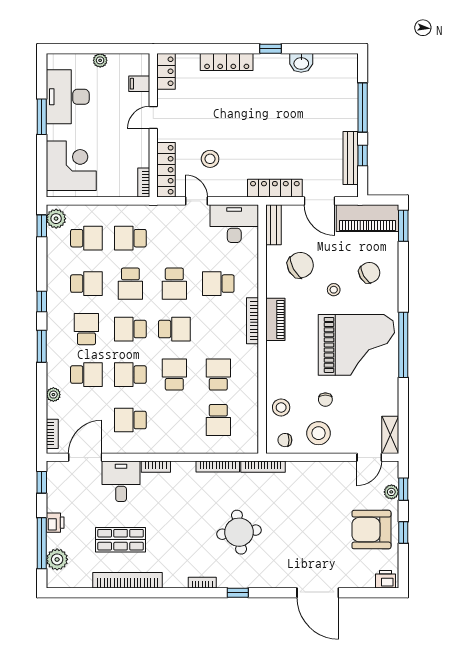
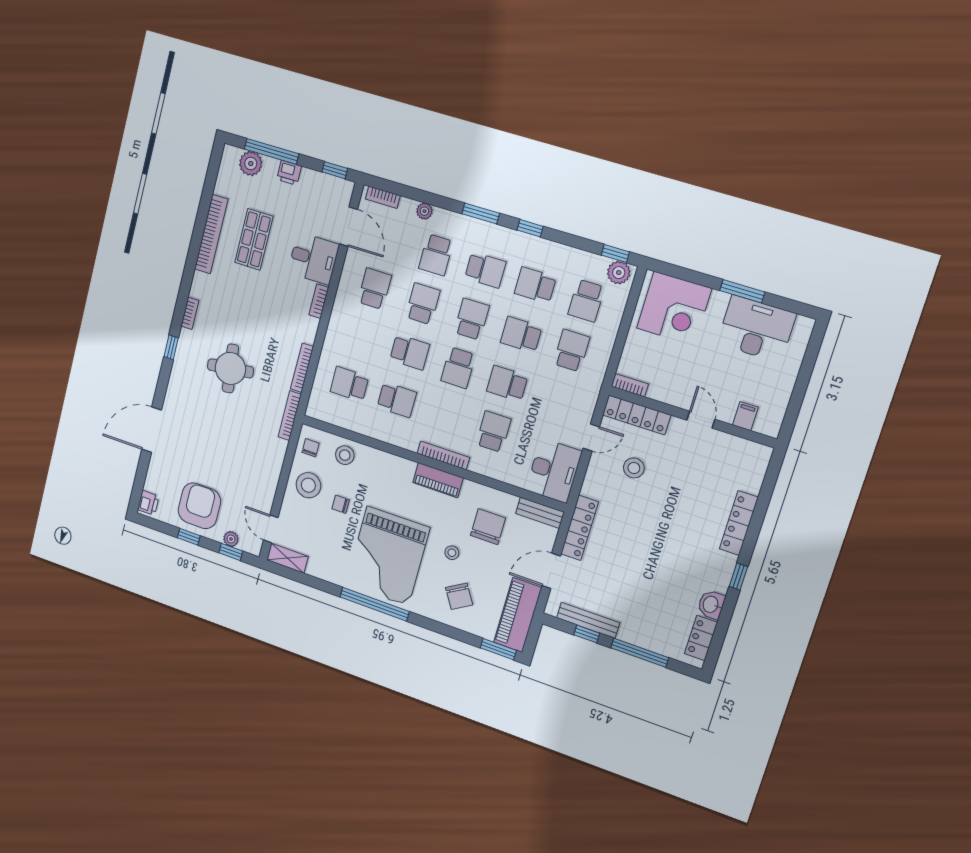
plant: (100, 60) -> (788, 380), removed
locker: (166, 71) -> (701, 638), moved, turned 90
chair: (300, 265) -> (488, 527), turned -151
school desk: (86, 284) -> (535, 285), turned 90

